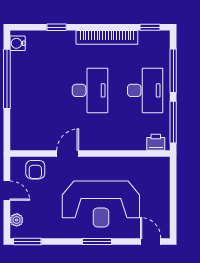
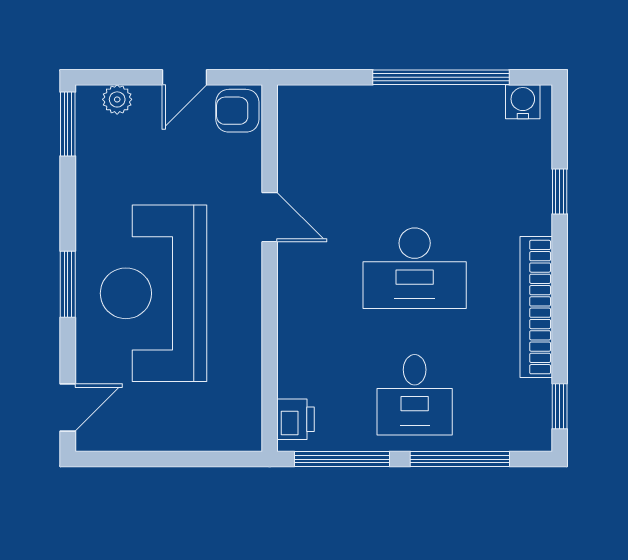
desk: (145, 90) -> (415, 395), width x0.73
armchair: (35, 170) -> (237, 111), moved

